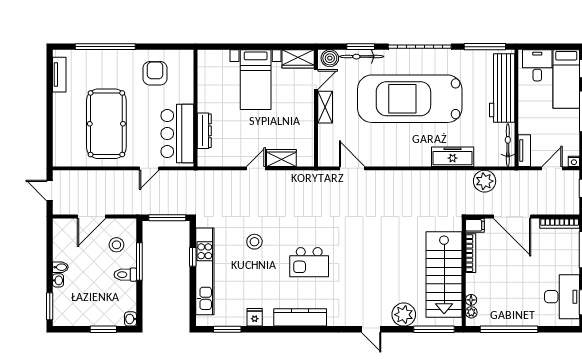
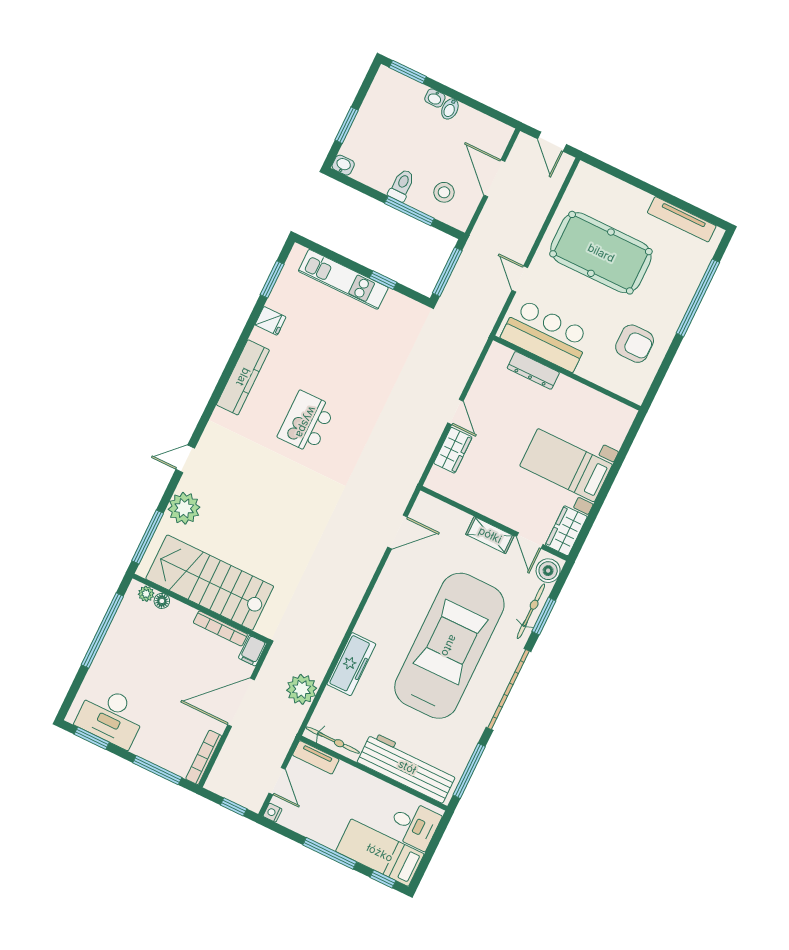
tv unit: (59, 75) -> (682, 219), width x1.41
door: (50, 191) -> (552, 142), swing flipped
stool: (254, 242) -> (365, 366), removed
kitchen unit: (205, 271) -> (343, 279), width x0.73

